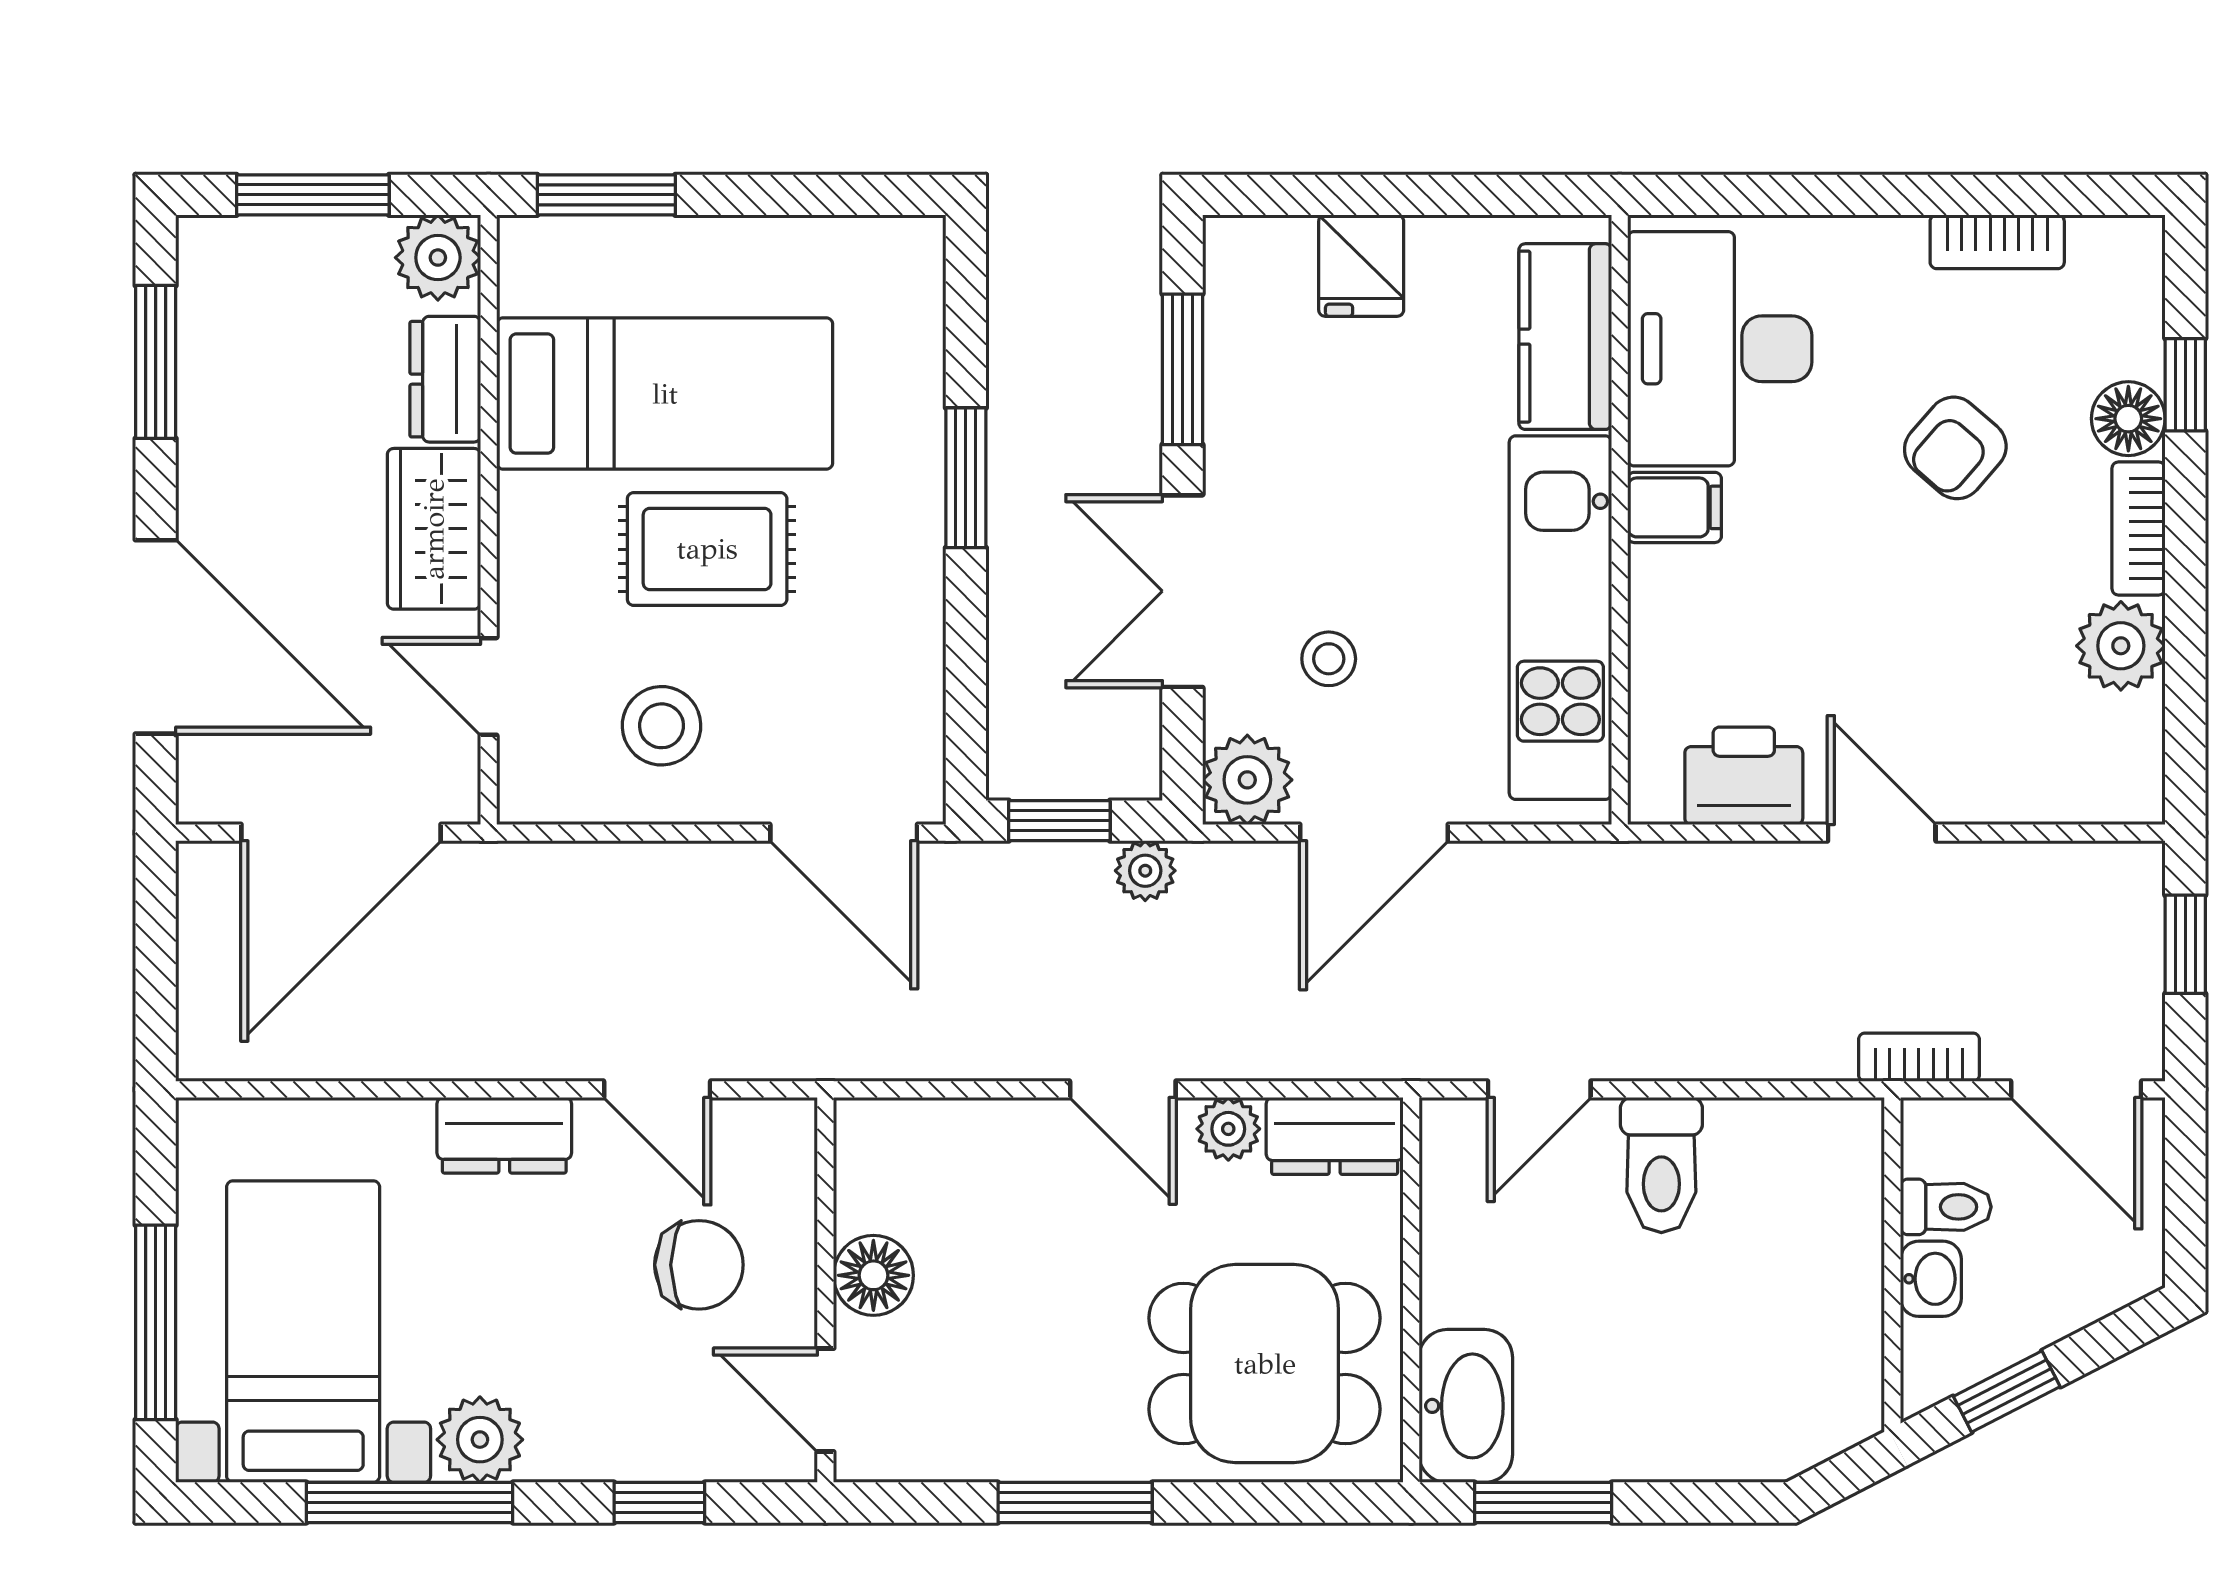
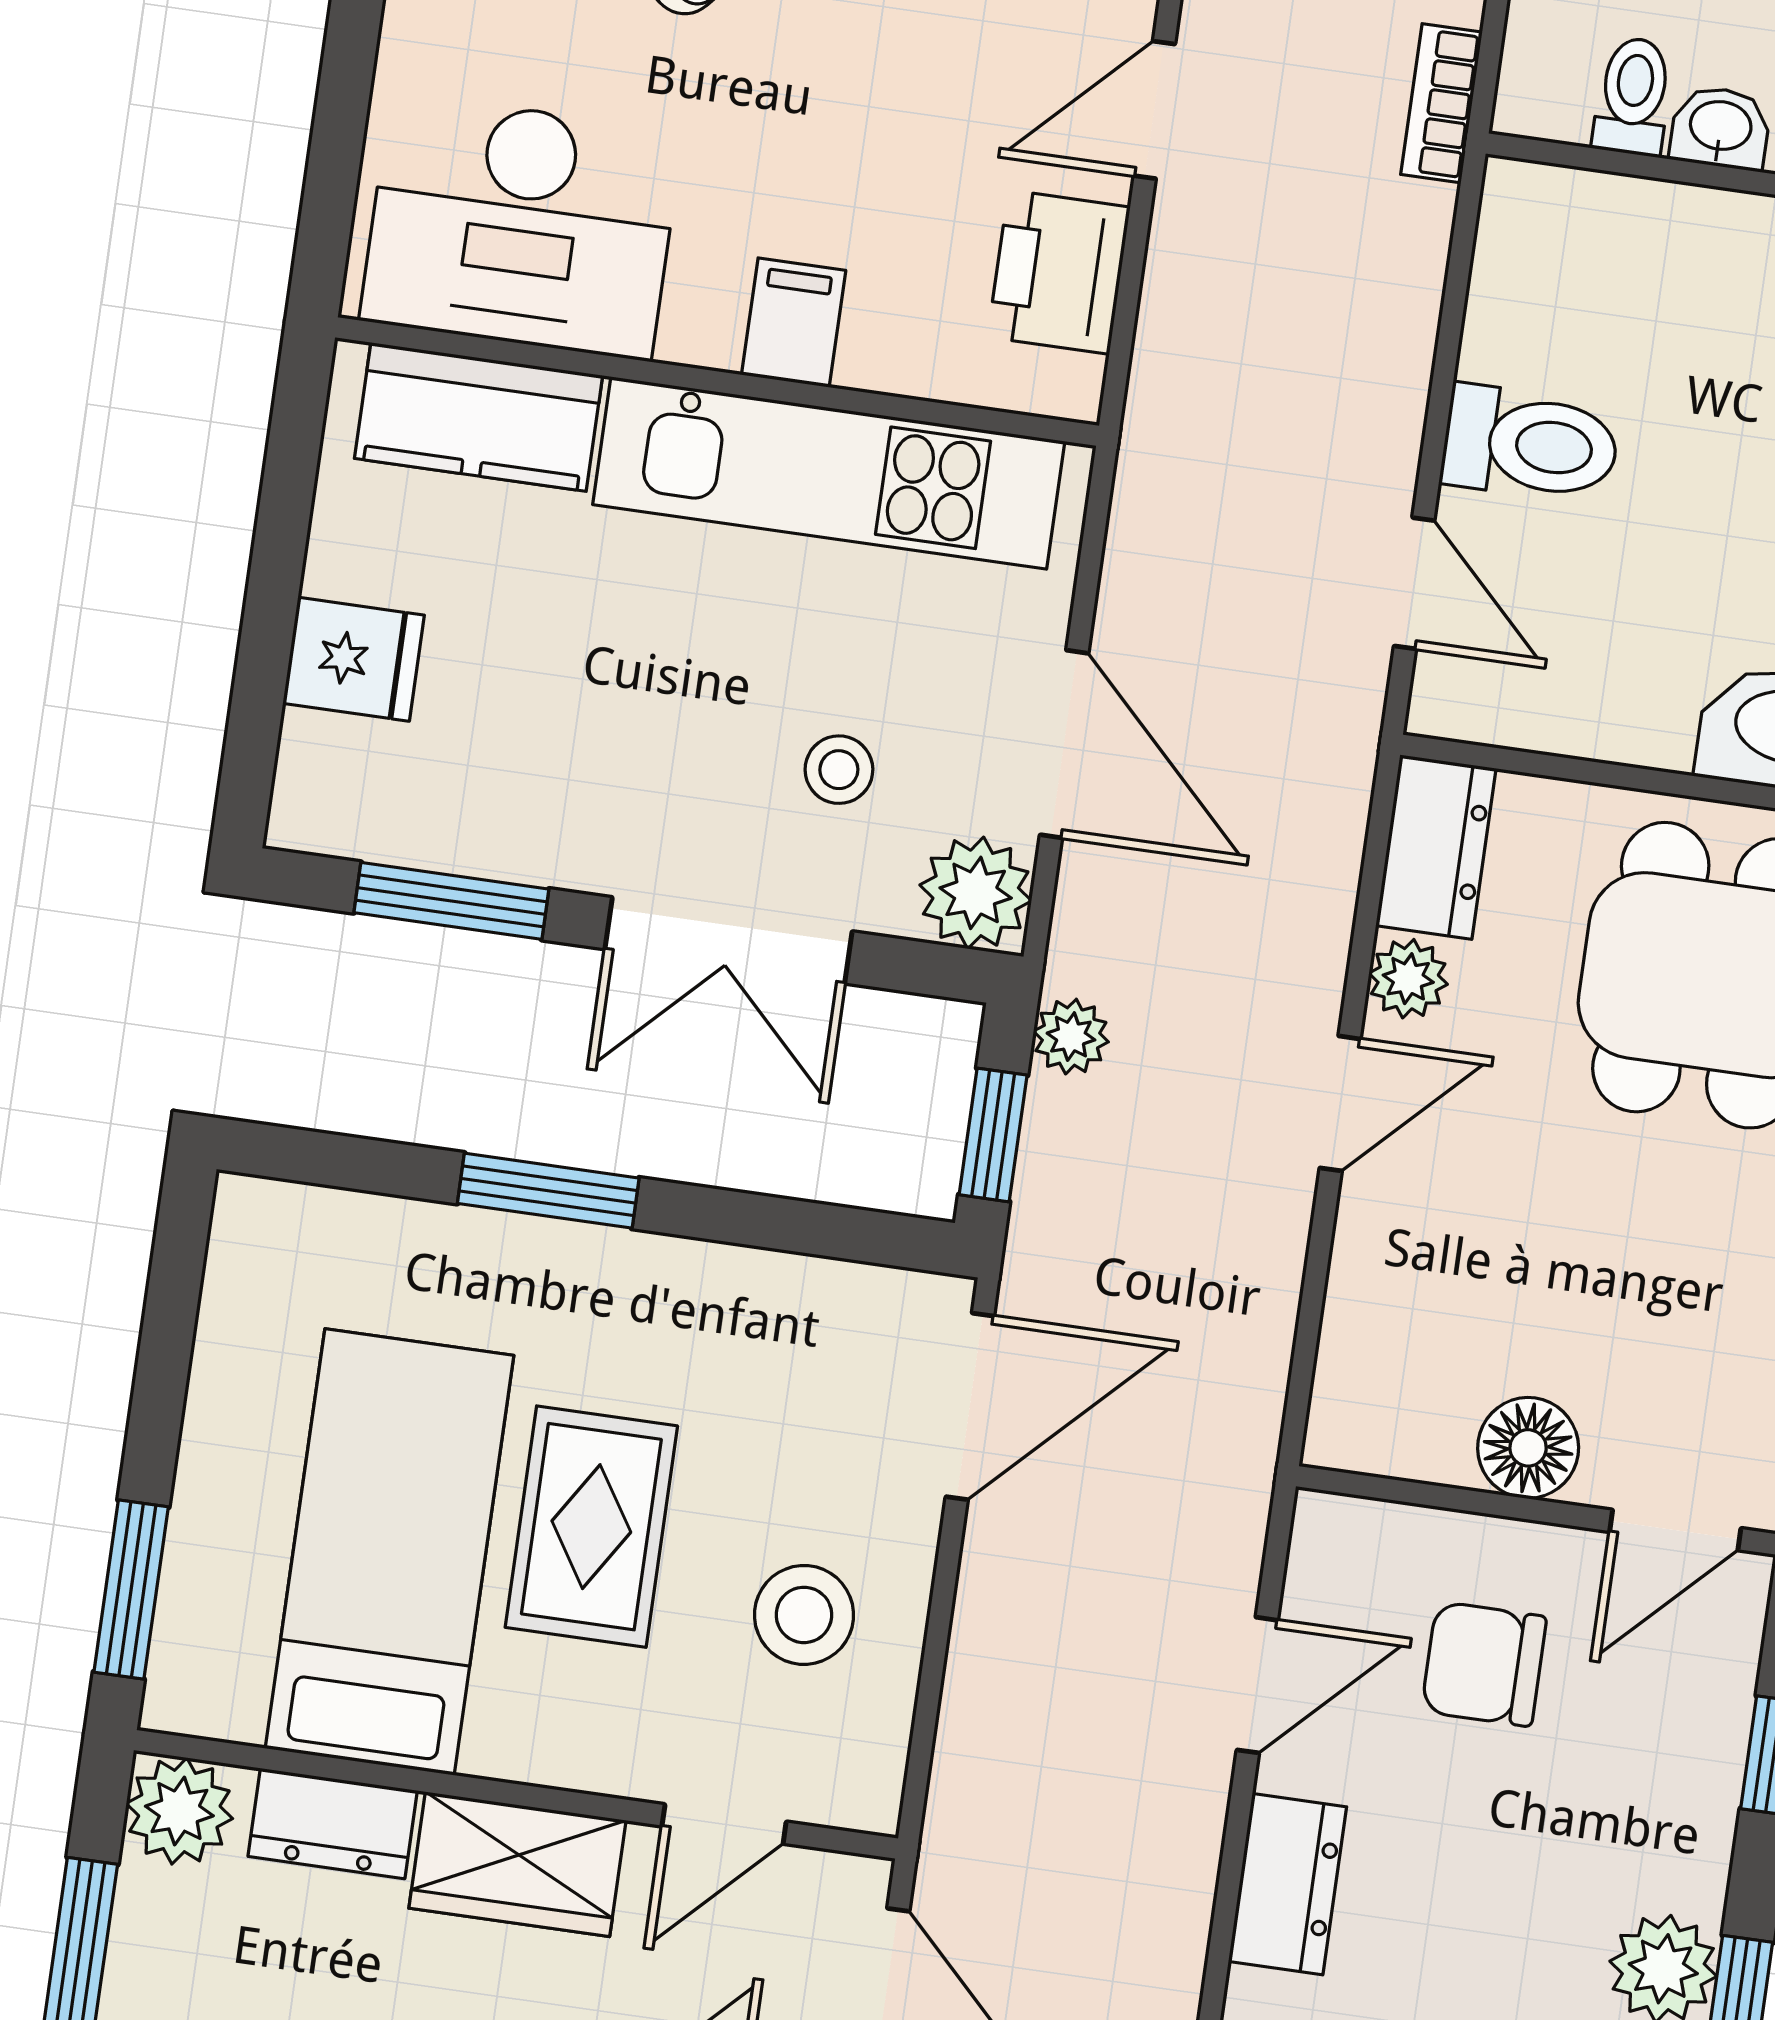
filing cabinet: (1675, 507) -> (794, 323), moved
chair: (699, 1265) -> (1484, 1664), turned -90

